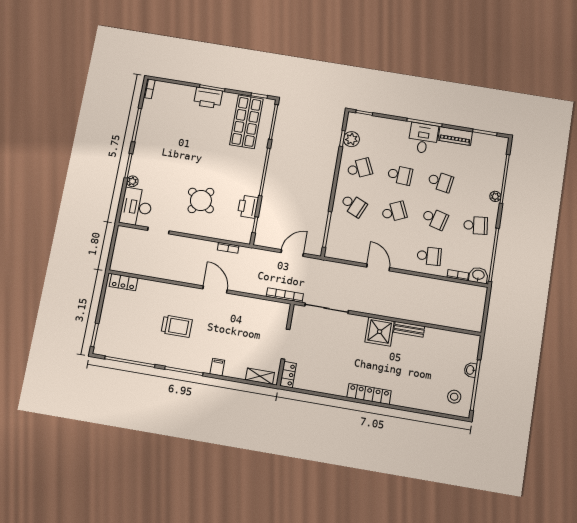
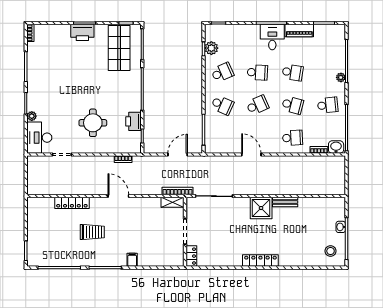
round table: (201, 200) -> (93, 123), turned -36
locker: (124, 282) -> (72, 203), moved, width x1.53
shelving: (260, 376) -> (172, 202), moved

